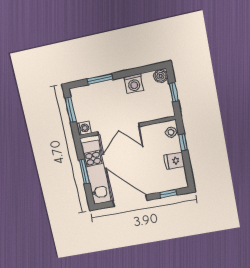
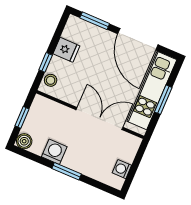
window: (100, 79) -> (67, 171), moved
window: (70, 110) -> (133, 170), removed
washing machine: (84, 128) -> (122, 169), moved
window: (168, 194) -> (95, 21), width x1.50

